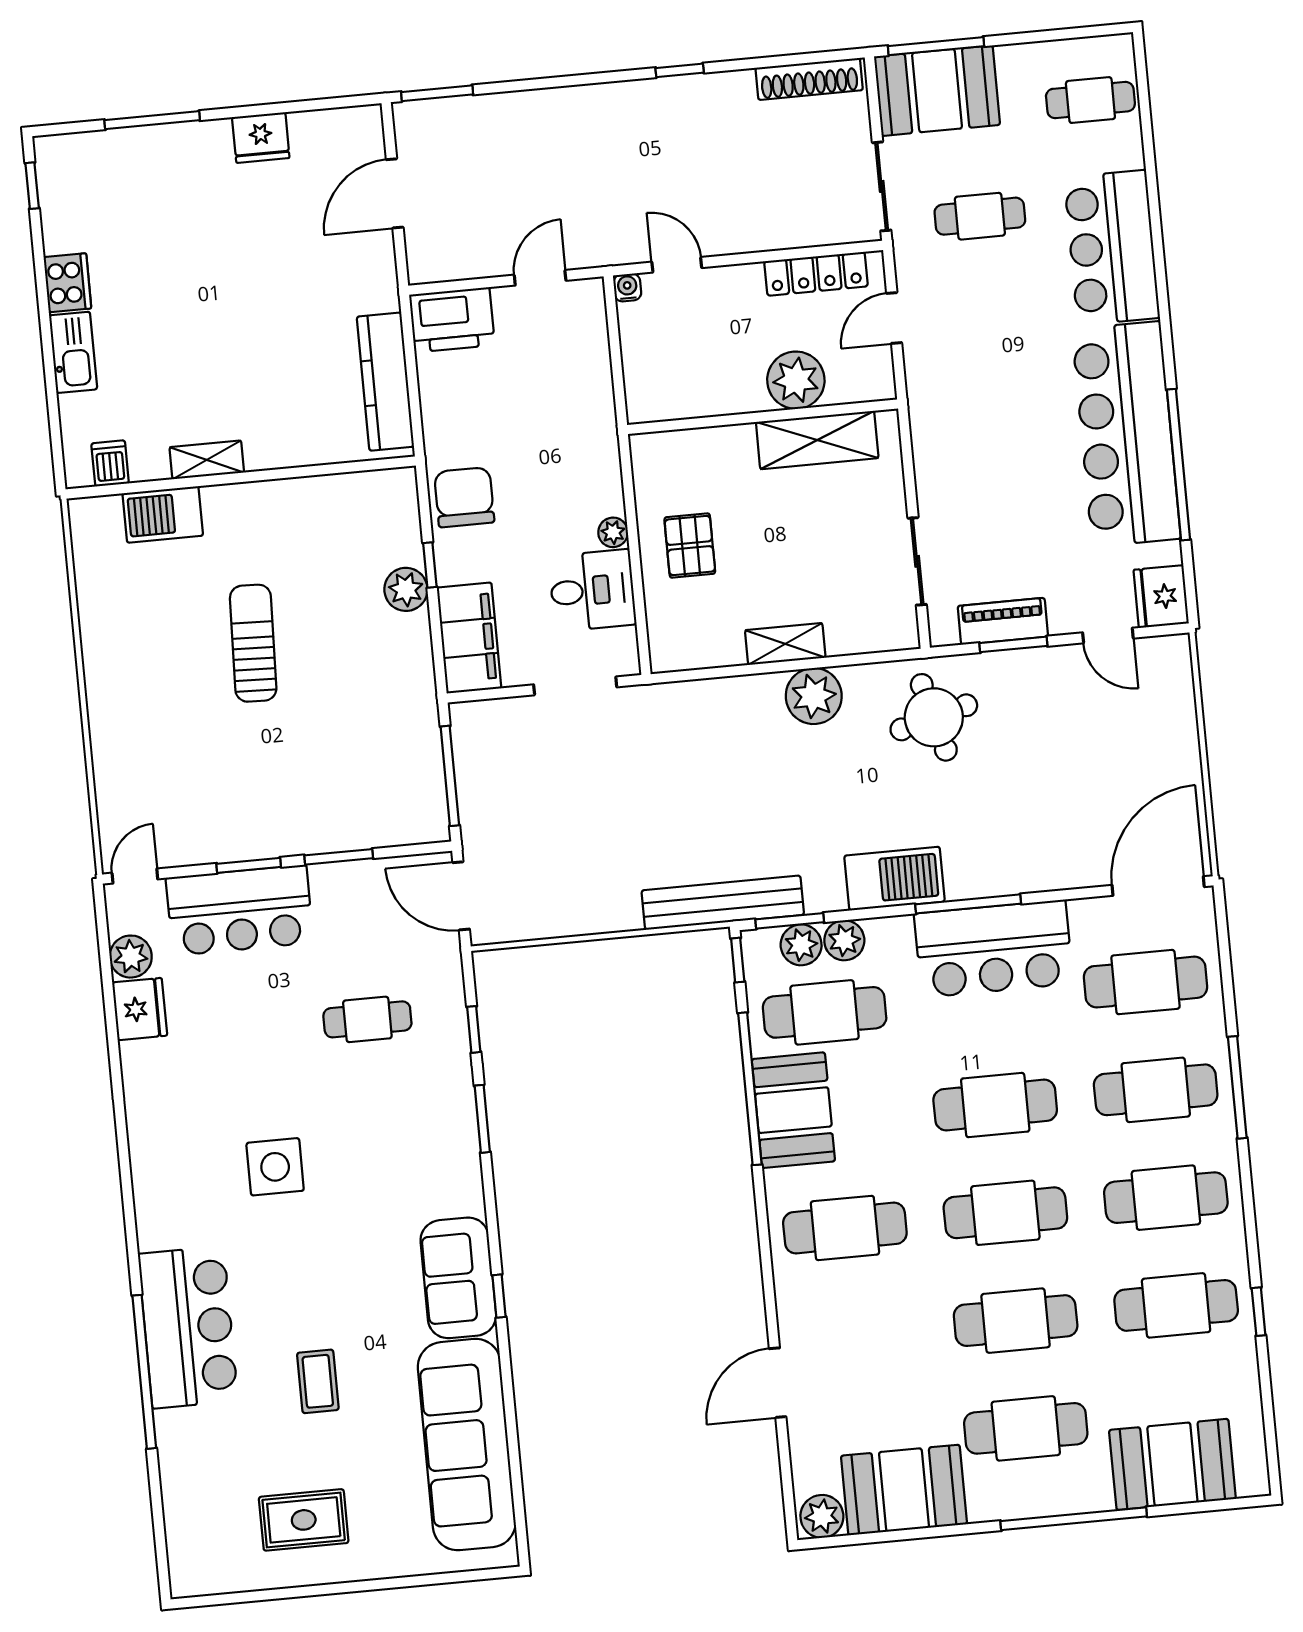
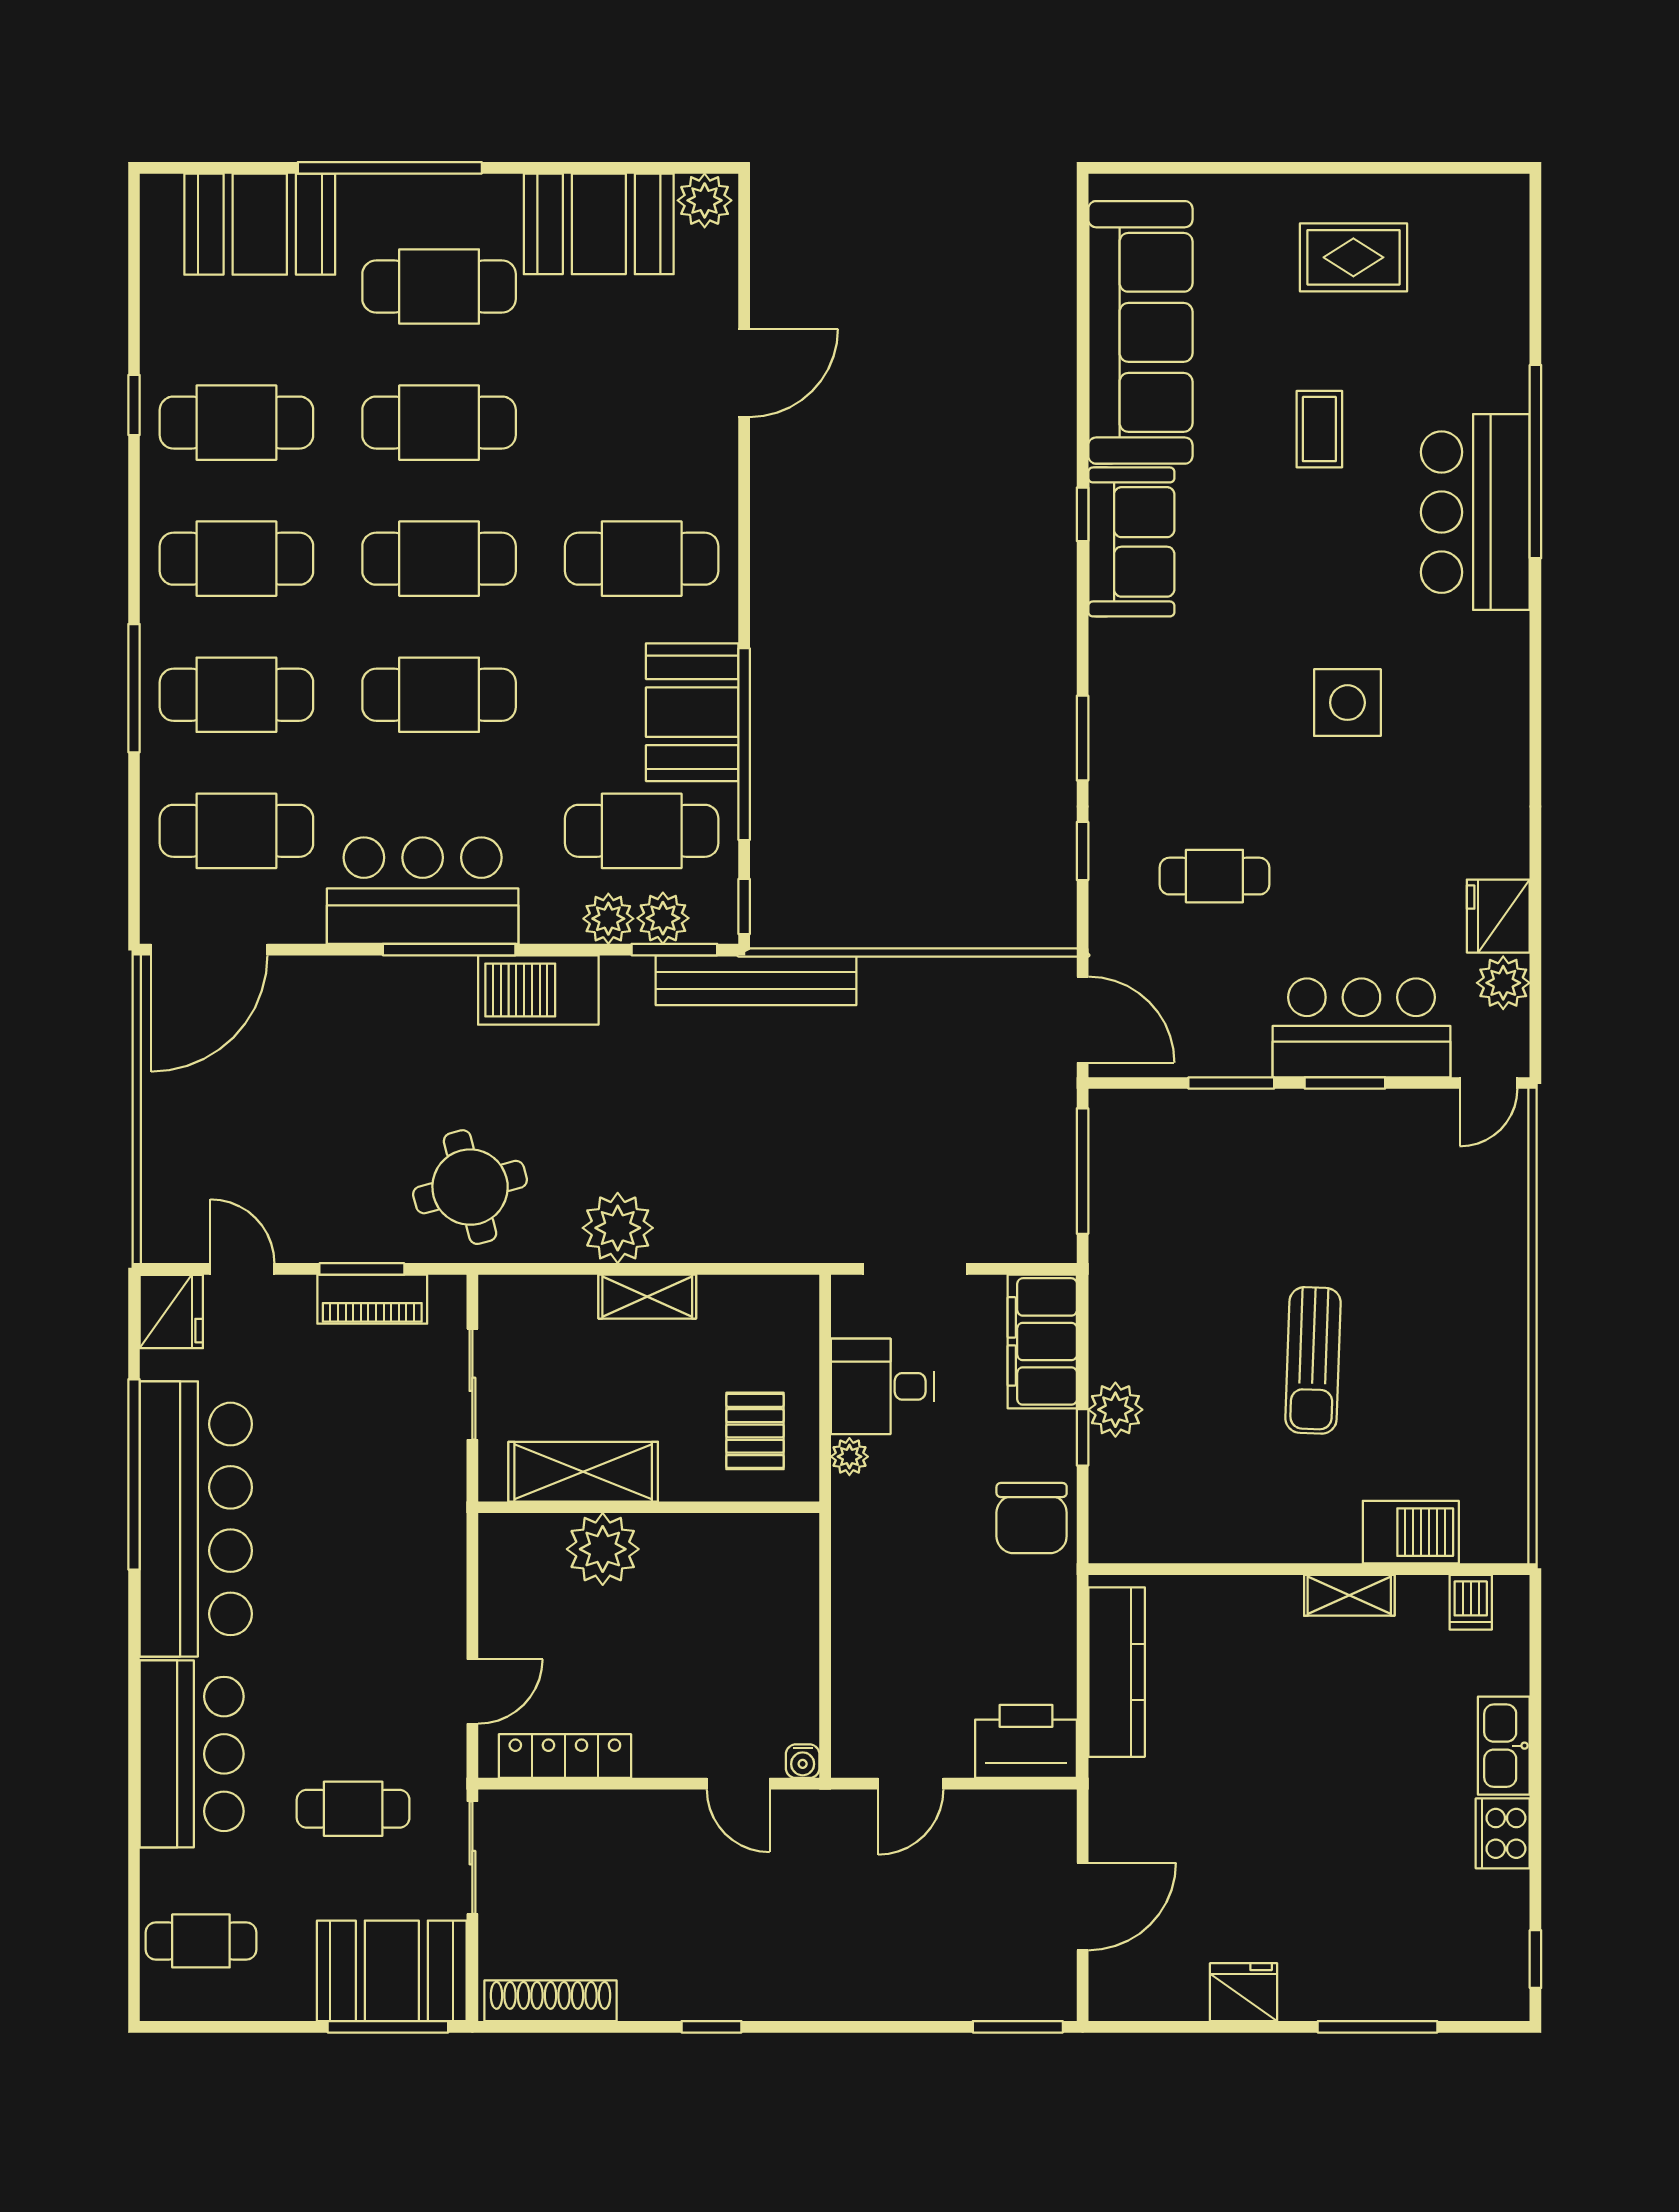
plant: (796, 380) -> (603, 1549), moved
wall: (763, 417) -> (649, 1507), moved
shelving: (817, 440) -> (583, 1472), moved

